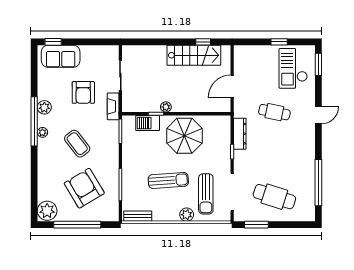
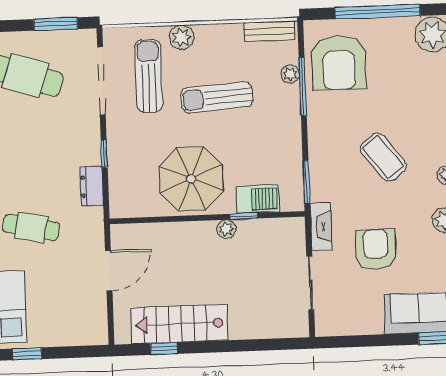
dresser: (240, 134) -> (92, 186), width x0.70
armchair: (84, 188) -> (339, 63), moved, turned 31
plant: (127, 192) -> (290, 74), added

